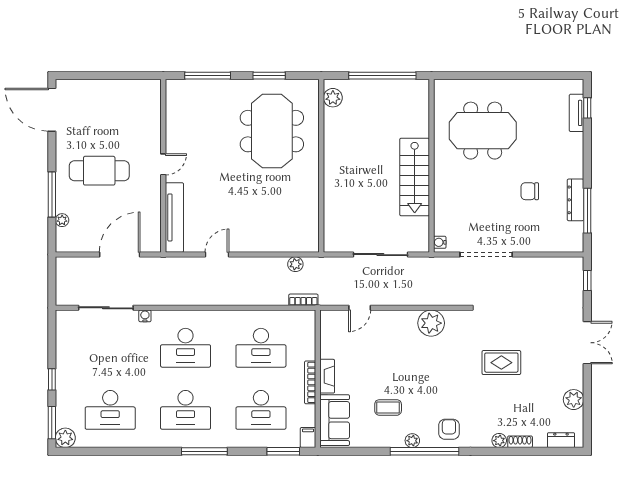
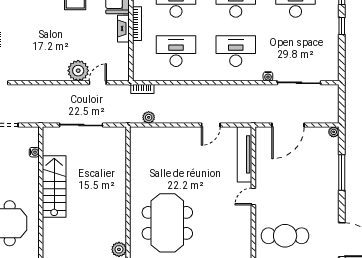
cafe table: (99, 171) -> (285, 236), moved
plant: (62, 220) -> (334, 132), moved
water cooler: (440, 242) -> (34, 152), moved
plant: (431, 323) -> (78, 71), moved

